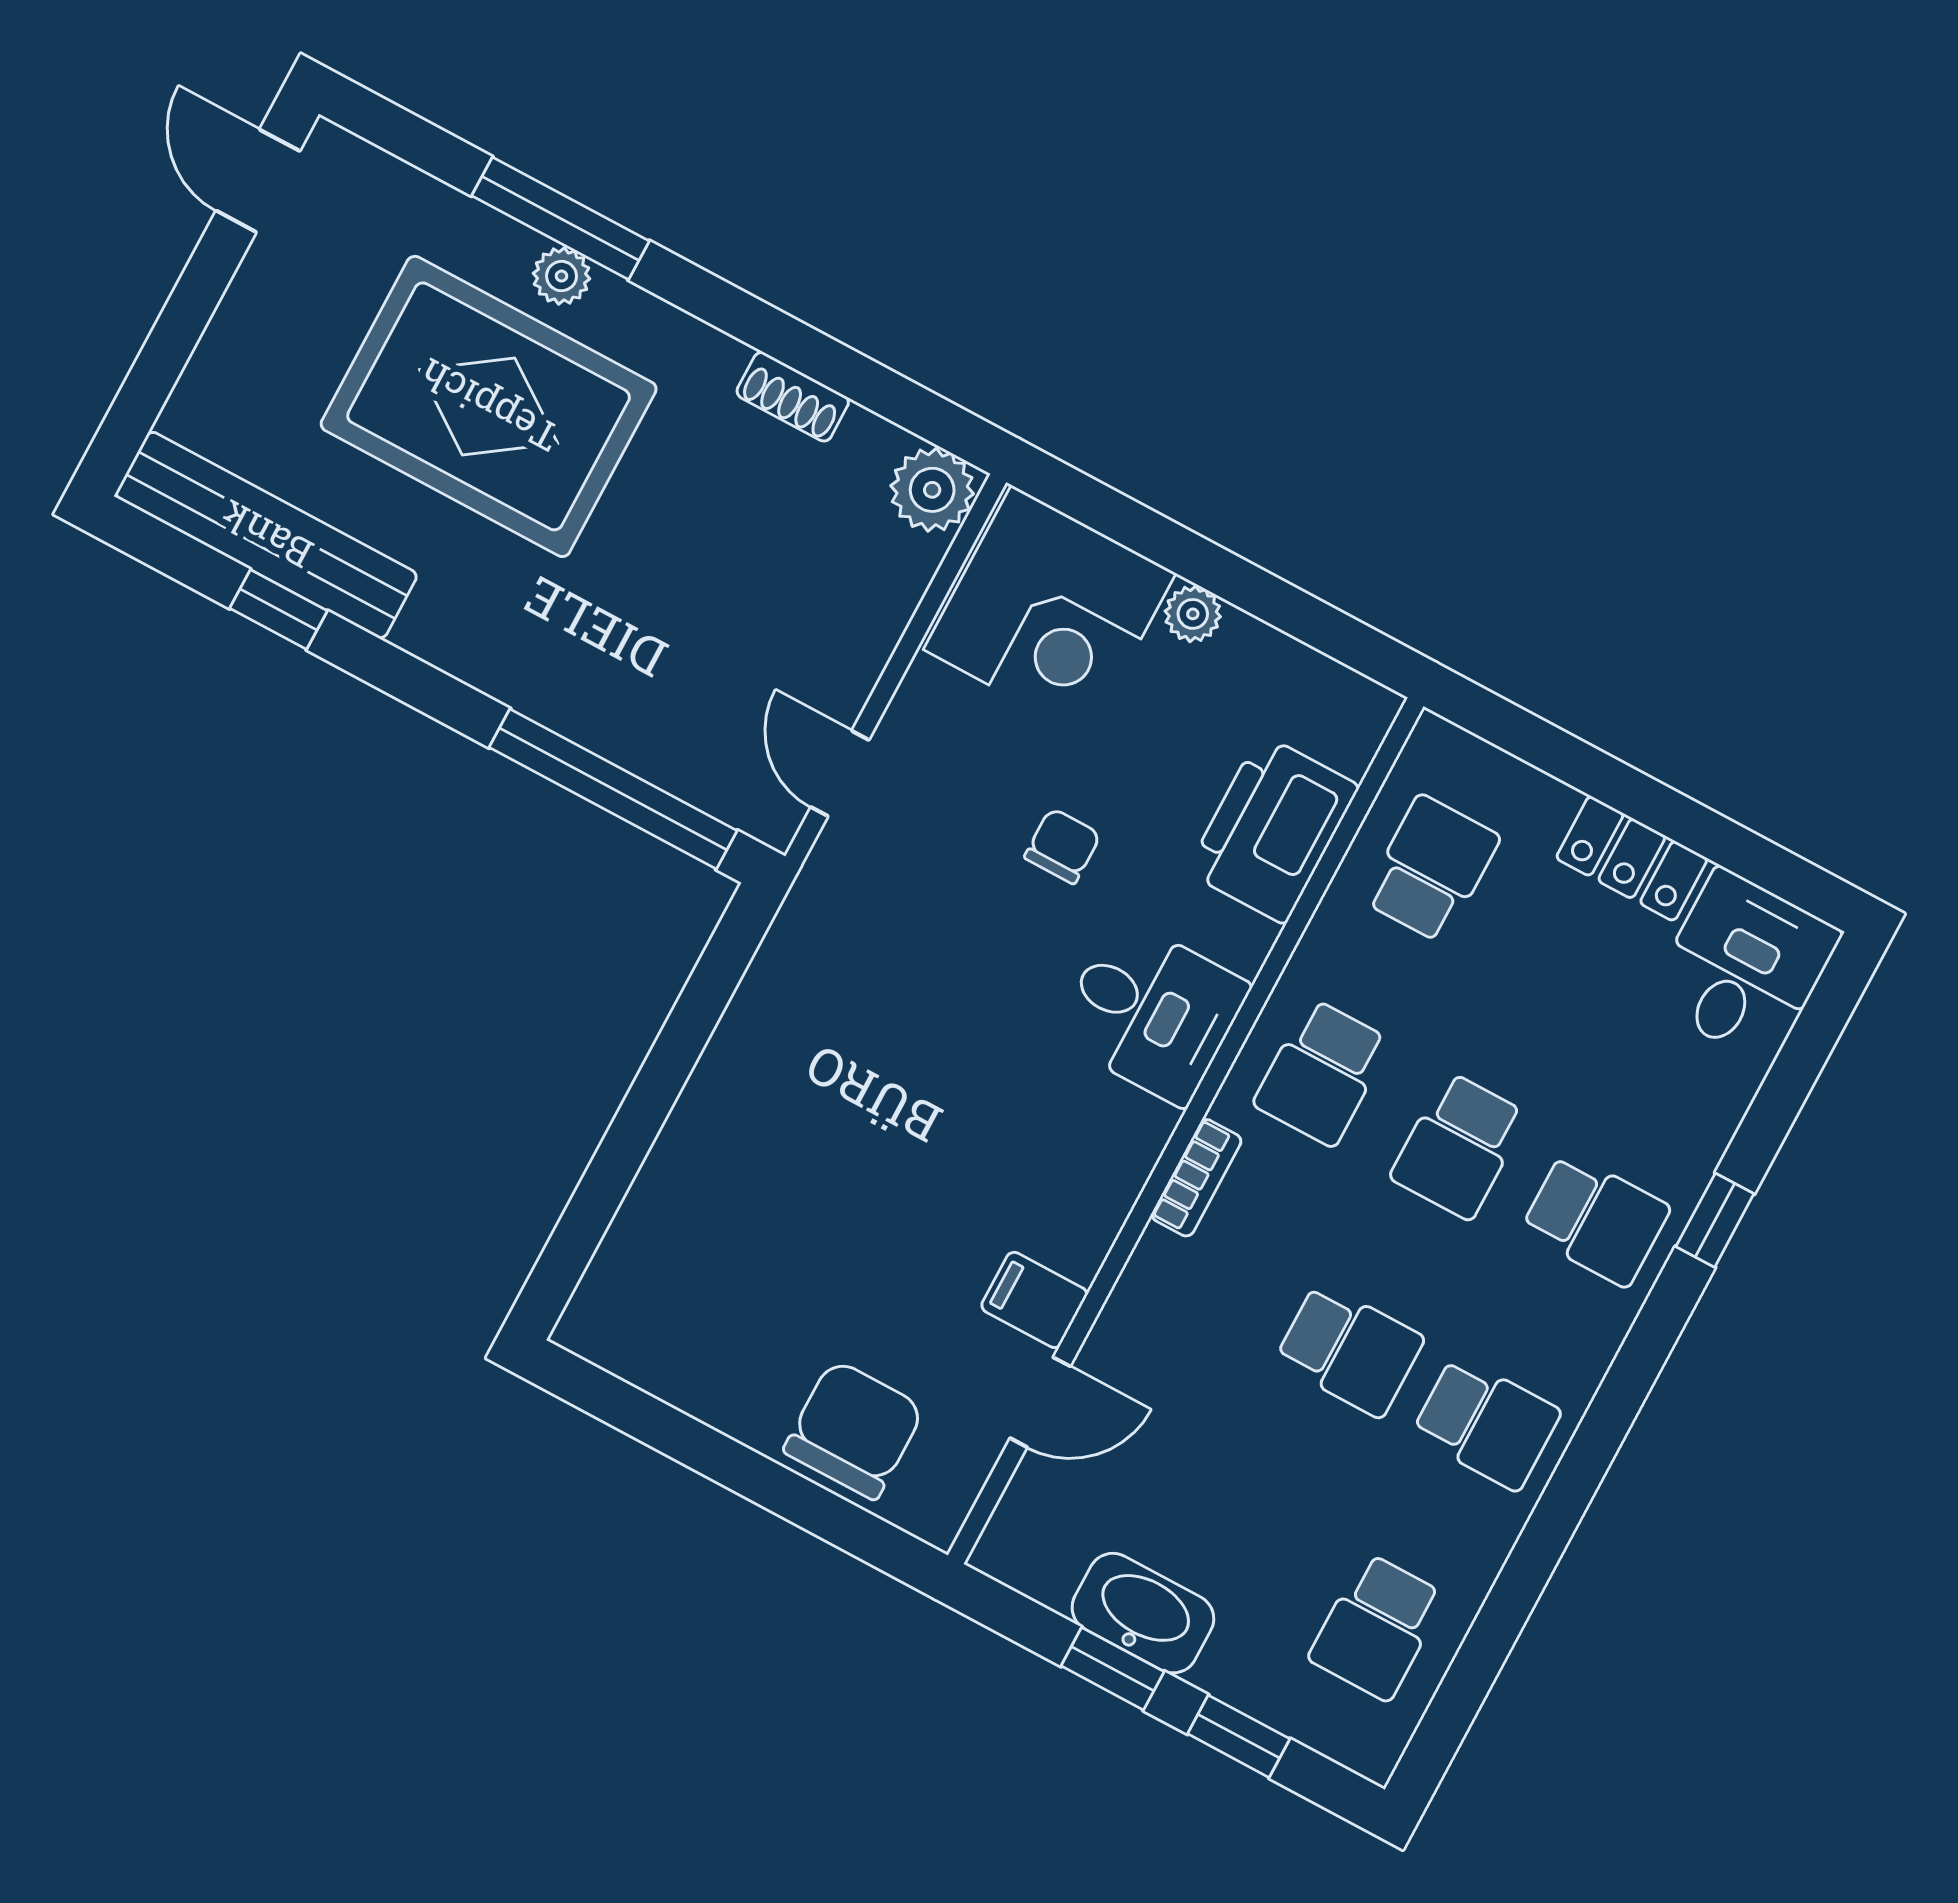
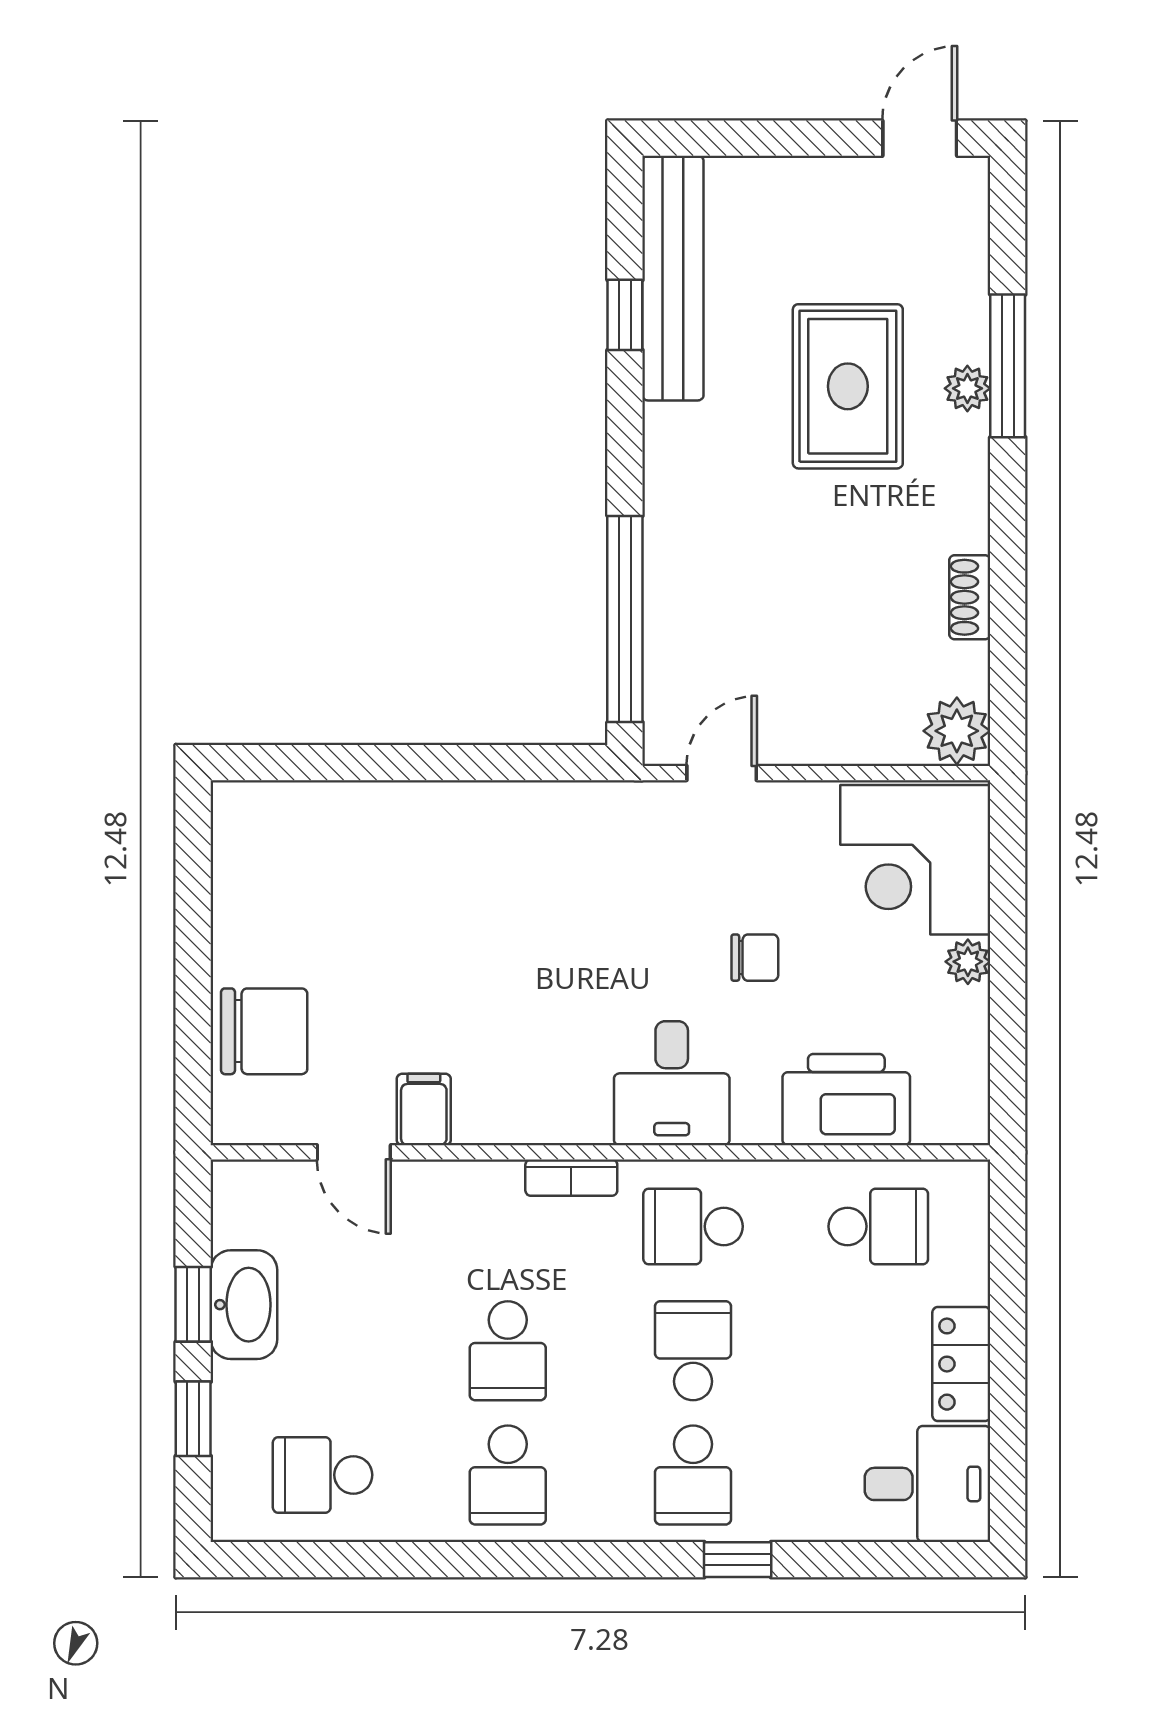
rug: (489, 406) -> (848, 386), width x0.73, depth x0.69
school desk: (1459, 1146) -> (693, 1351), turned 90

